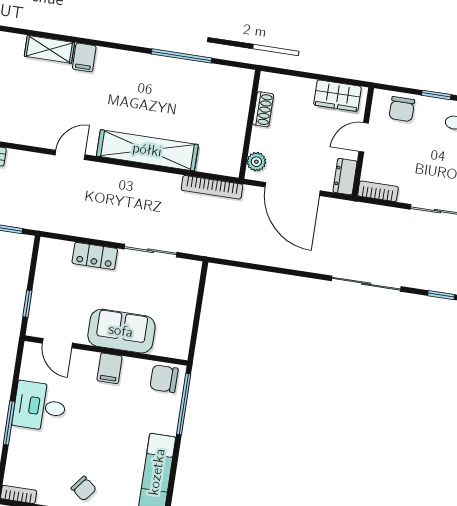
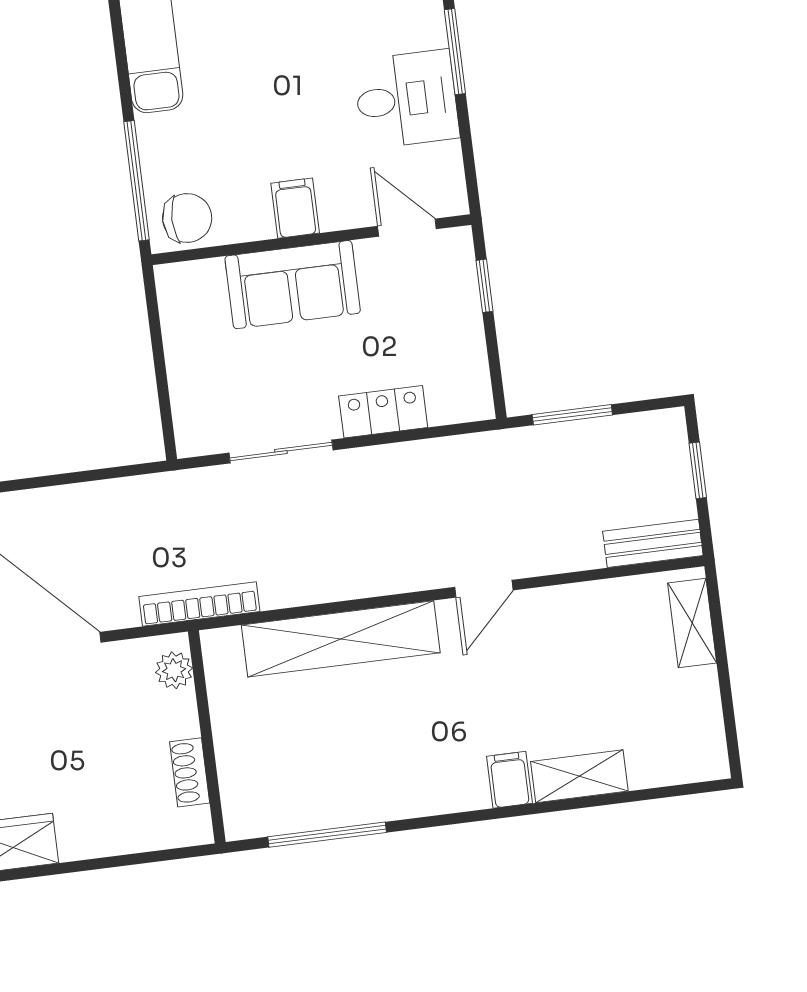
shoe rack: (263, 109) -> (190, 772), moved
wall: (250, 124) -> (207, 737), moved
plant: (256, 162) -> (174, 670), moved

